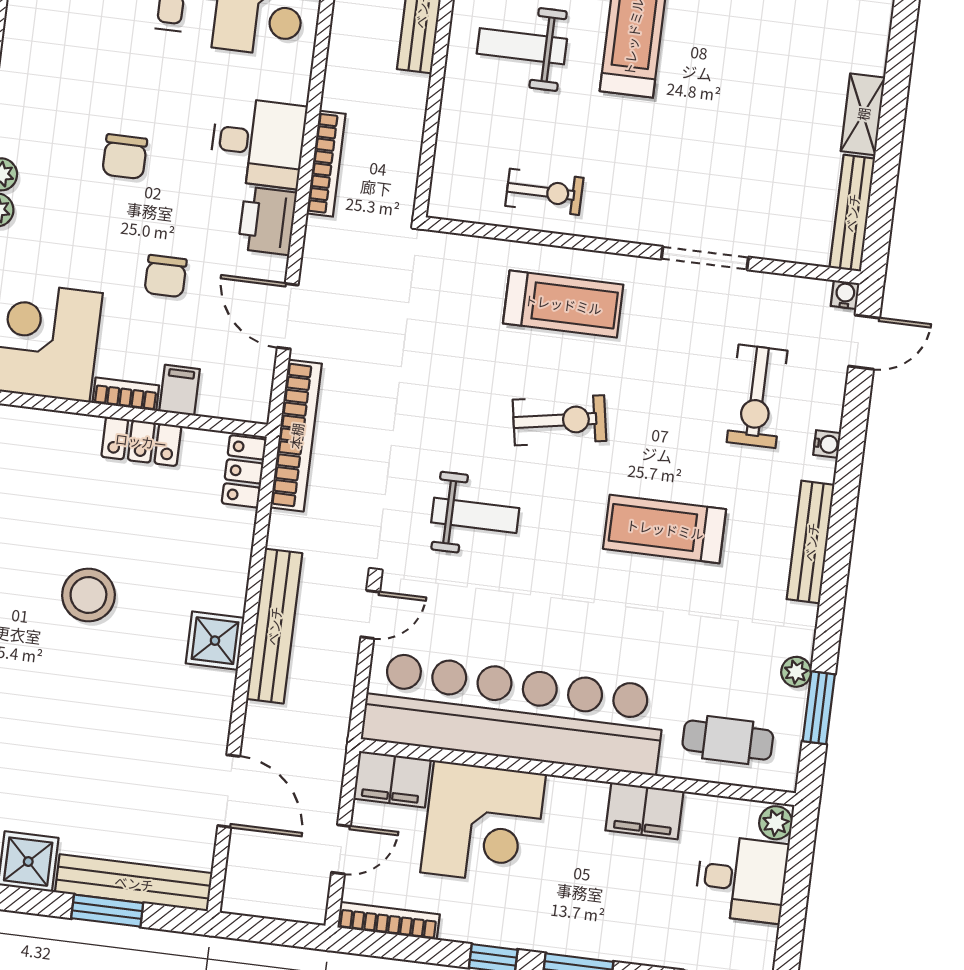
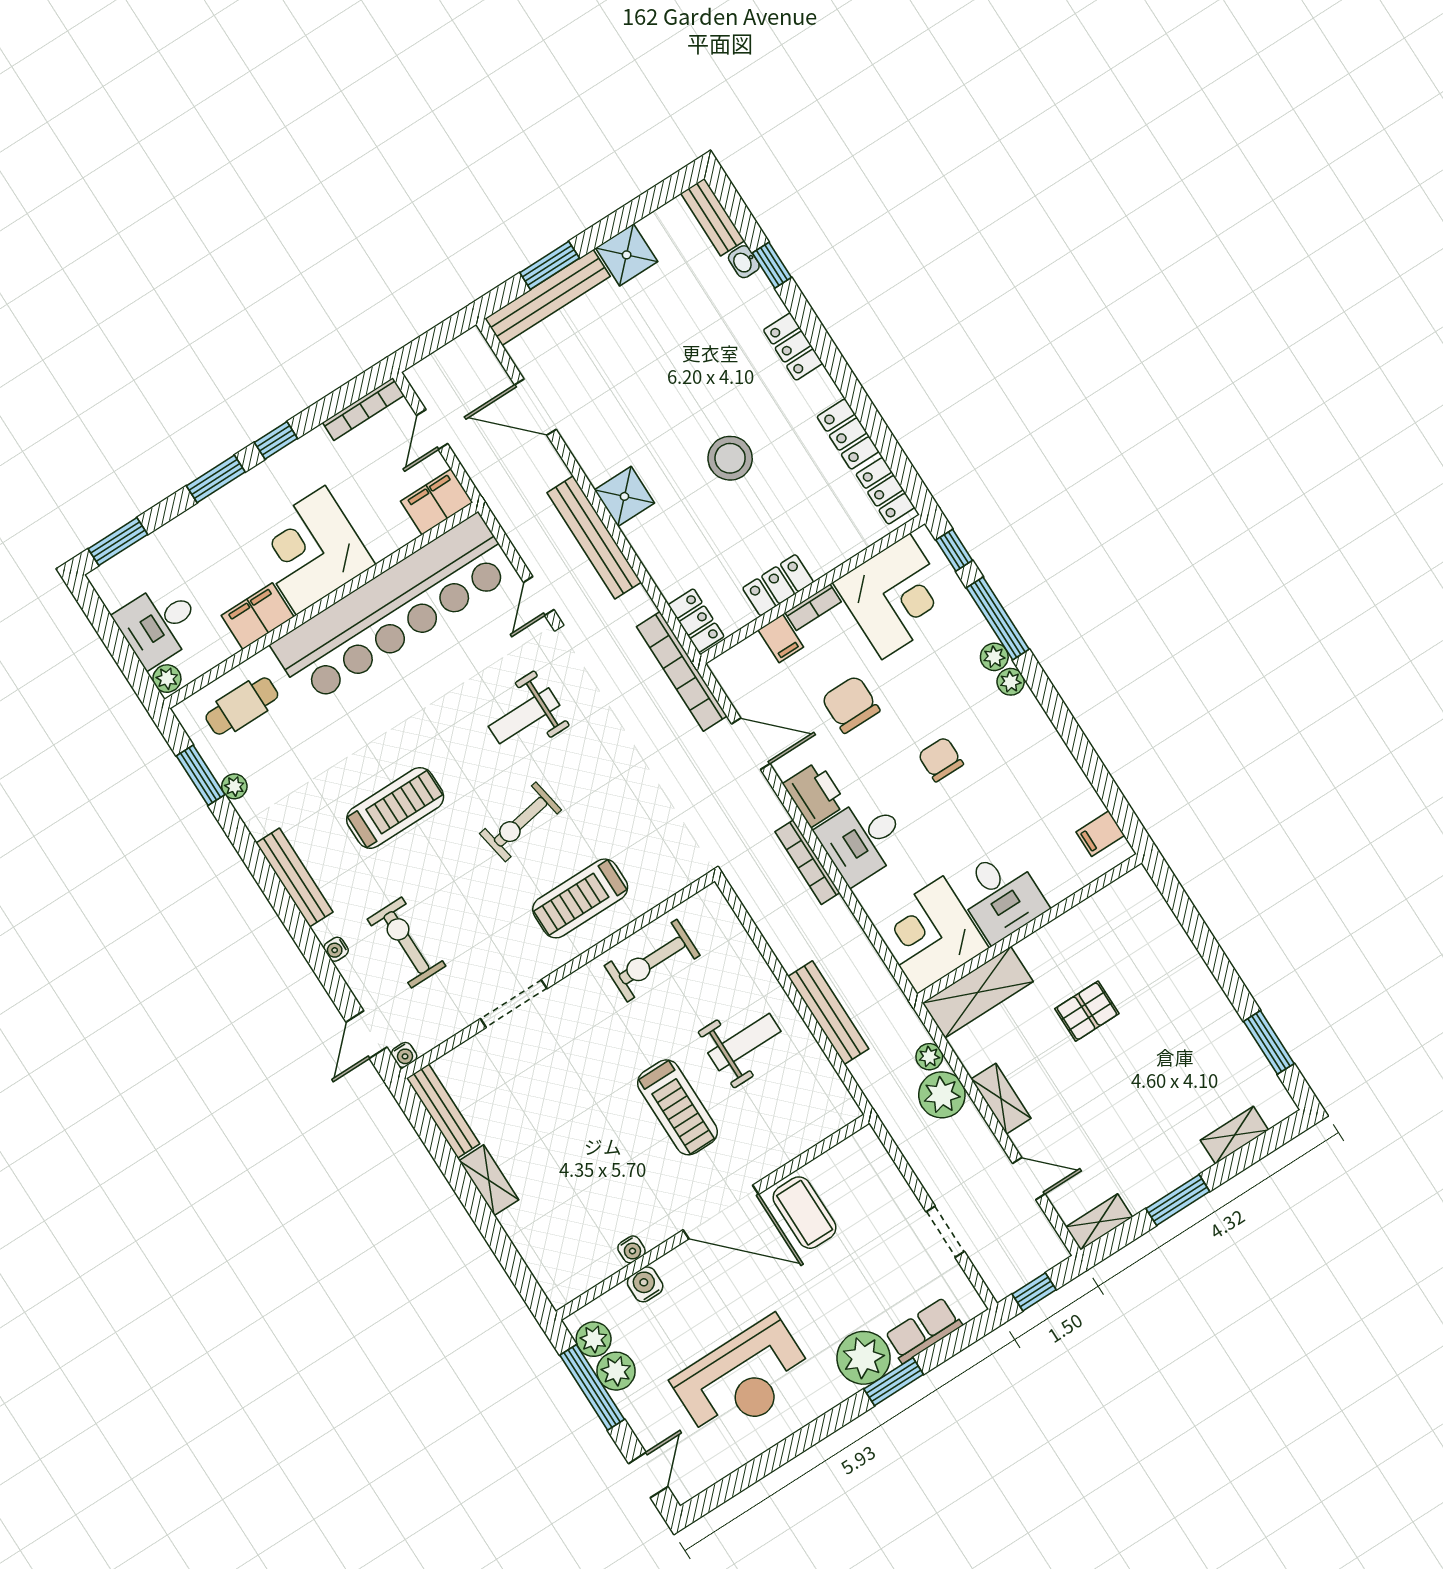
exercise bike: (544, 192) -> (652, 961), width x1.38, depth x1.39
chair: (166, 276) -> (851, 704), width x1.37, depth x1.37
corner desk: (483, 823) -> (311, 550), moved

